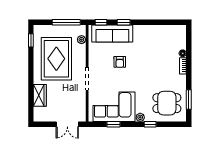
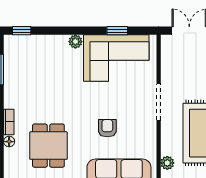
dining table: (167, 103) -> (48, 146), moved, turned 90
window: (150, 124) -> (22, 31), moved

